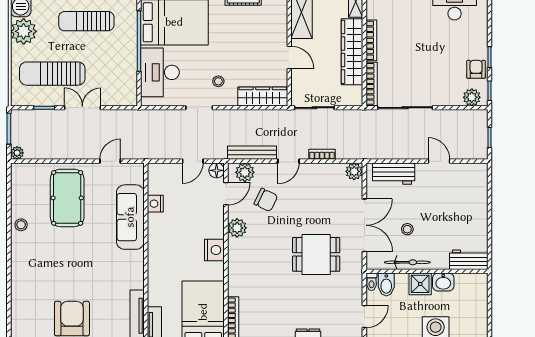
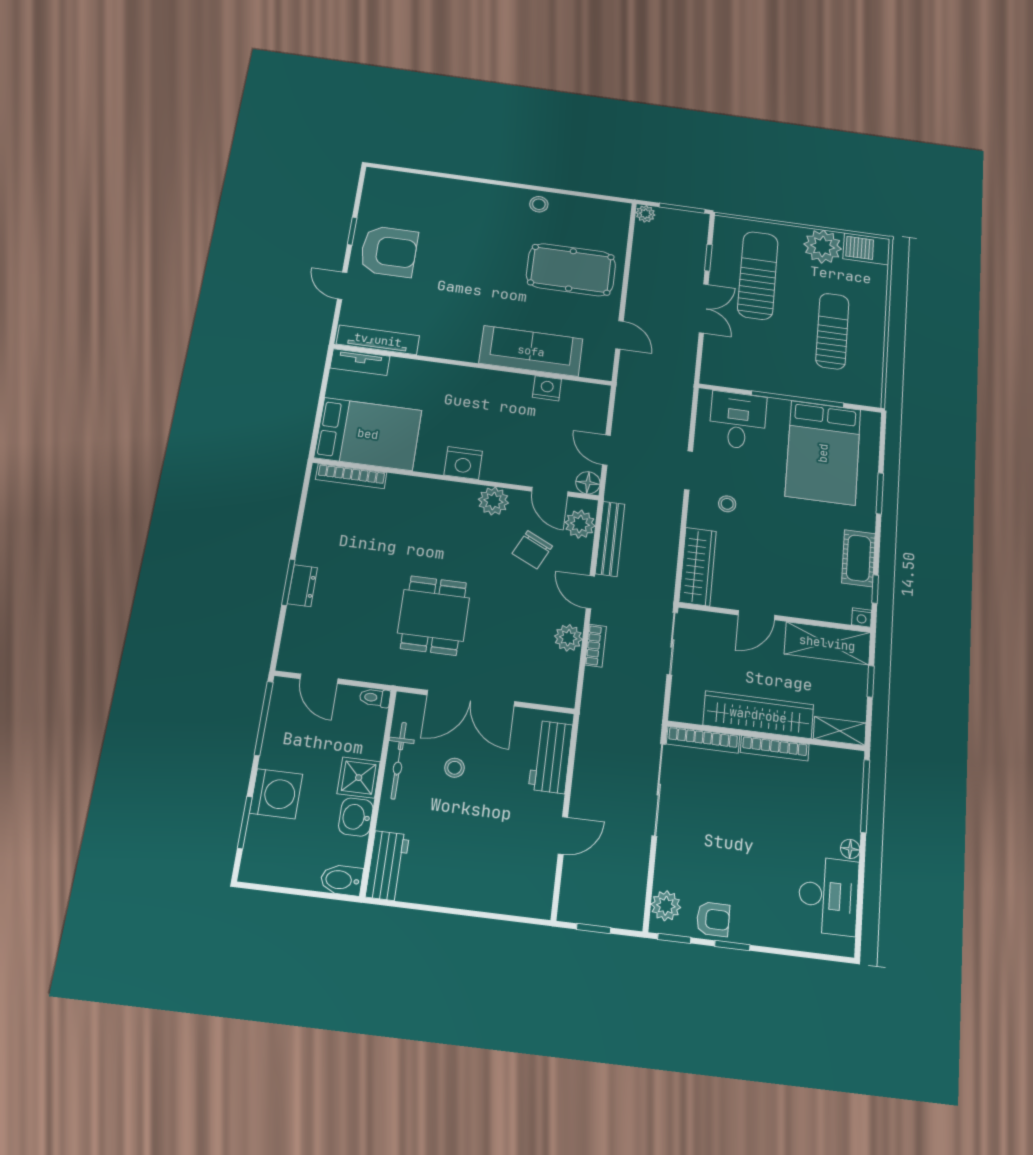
desk: (160, 72) -> (738, 421), width x0.73
plant: (354, 171) -> (568, 638), moved
bidet: (386, 284) -> (341, 880), moved

